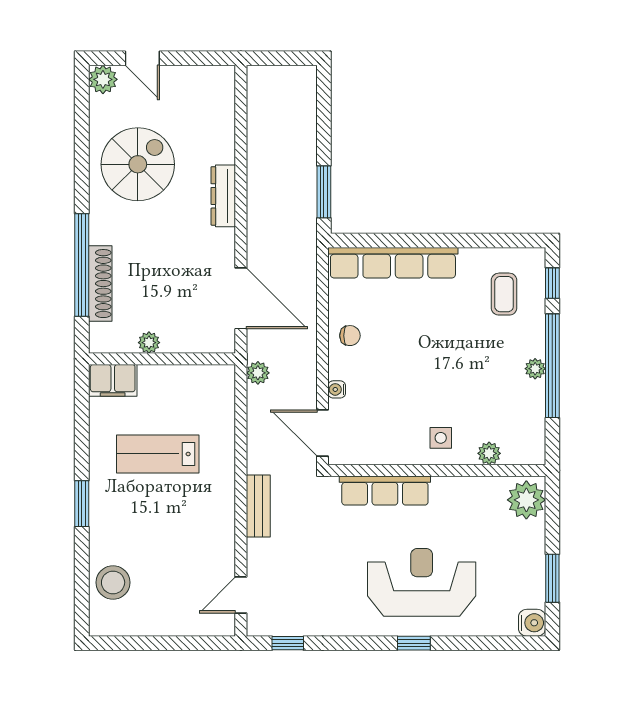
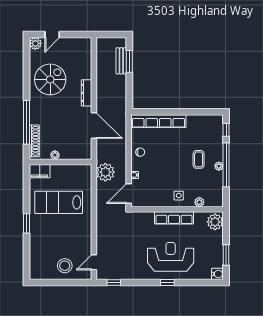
door: (142, 58) -> (52, 34), hinge flipped
window: (324, 192) -> (129, 61), moved
shoe rack: (100, 284) -> (34, 141), moved
coffee table: (504, 294) -> (199, 159), moved
door: (241, 298) -> (94, 125), moved
plant: (258, 373) -> (105, 172), width x1.87, depth x1.87
door: (322, 433) -> (129, 193), hinge flipped
lab bench: (158, 454) -> (59, 202), width x1.36, depth x1.39
row of seats: (385, 491) -> (174, 218), moved
bench: (258, 506) -> (121, 61), moved
stool: (113, 582) -> (65, 266), moved

